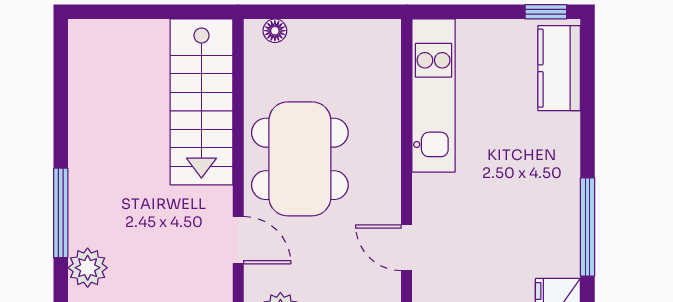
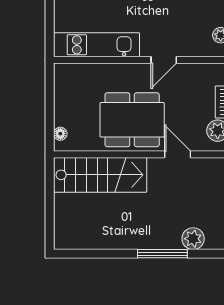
door: (238, 240) -> (178, 154), hinge flipped
door: (407, 248) -> (164, 60), moved

